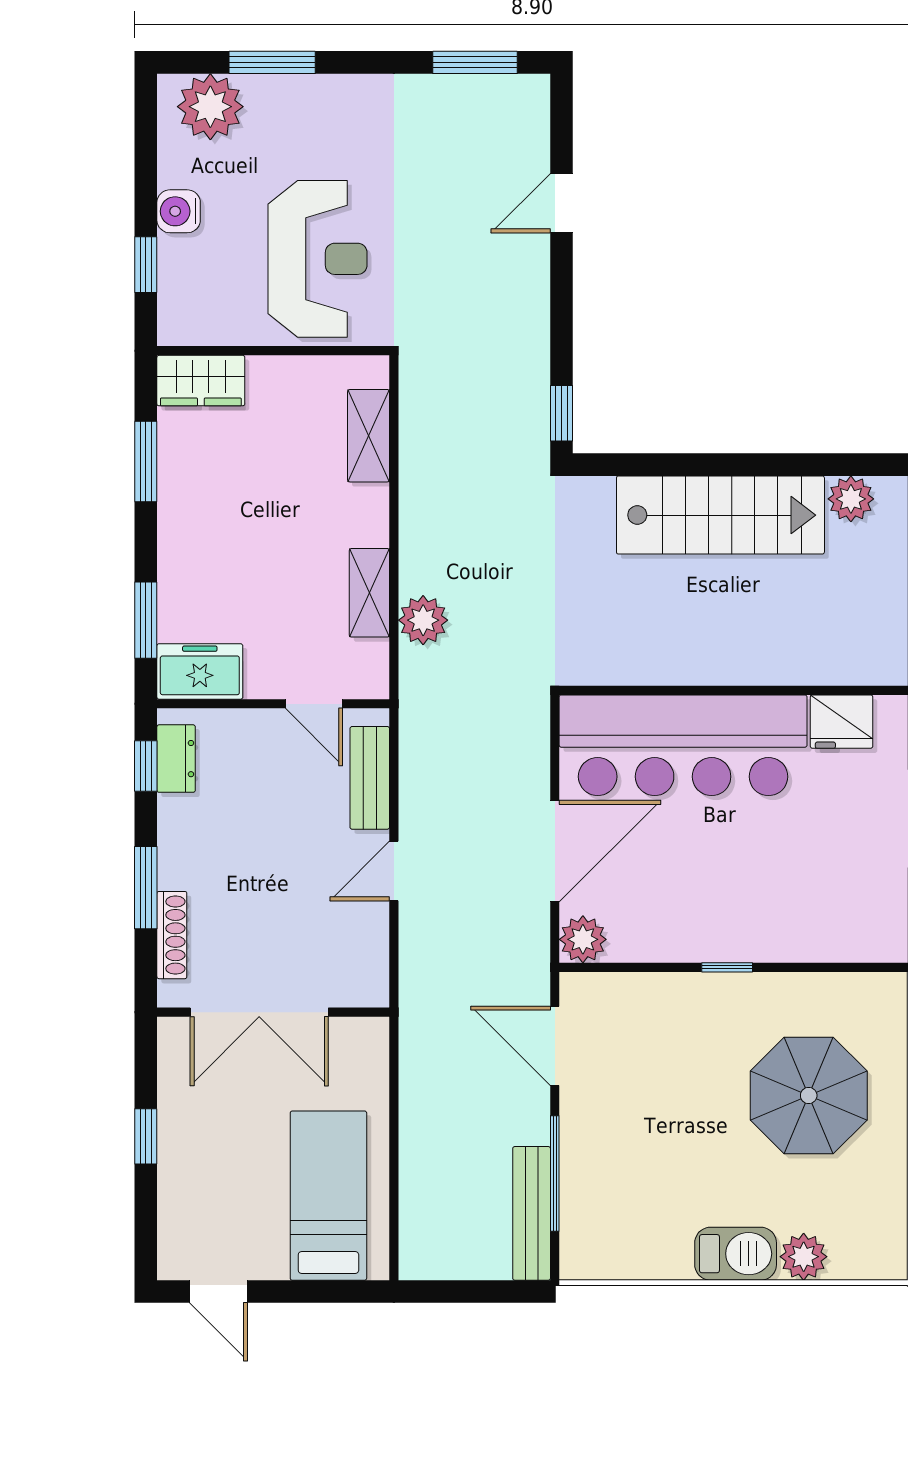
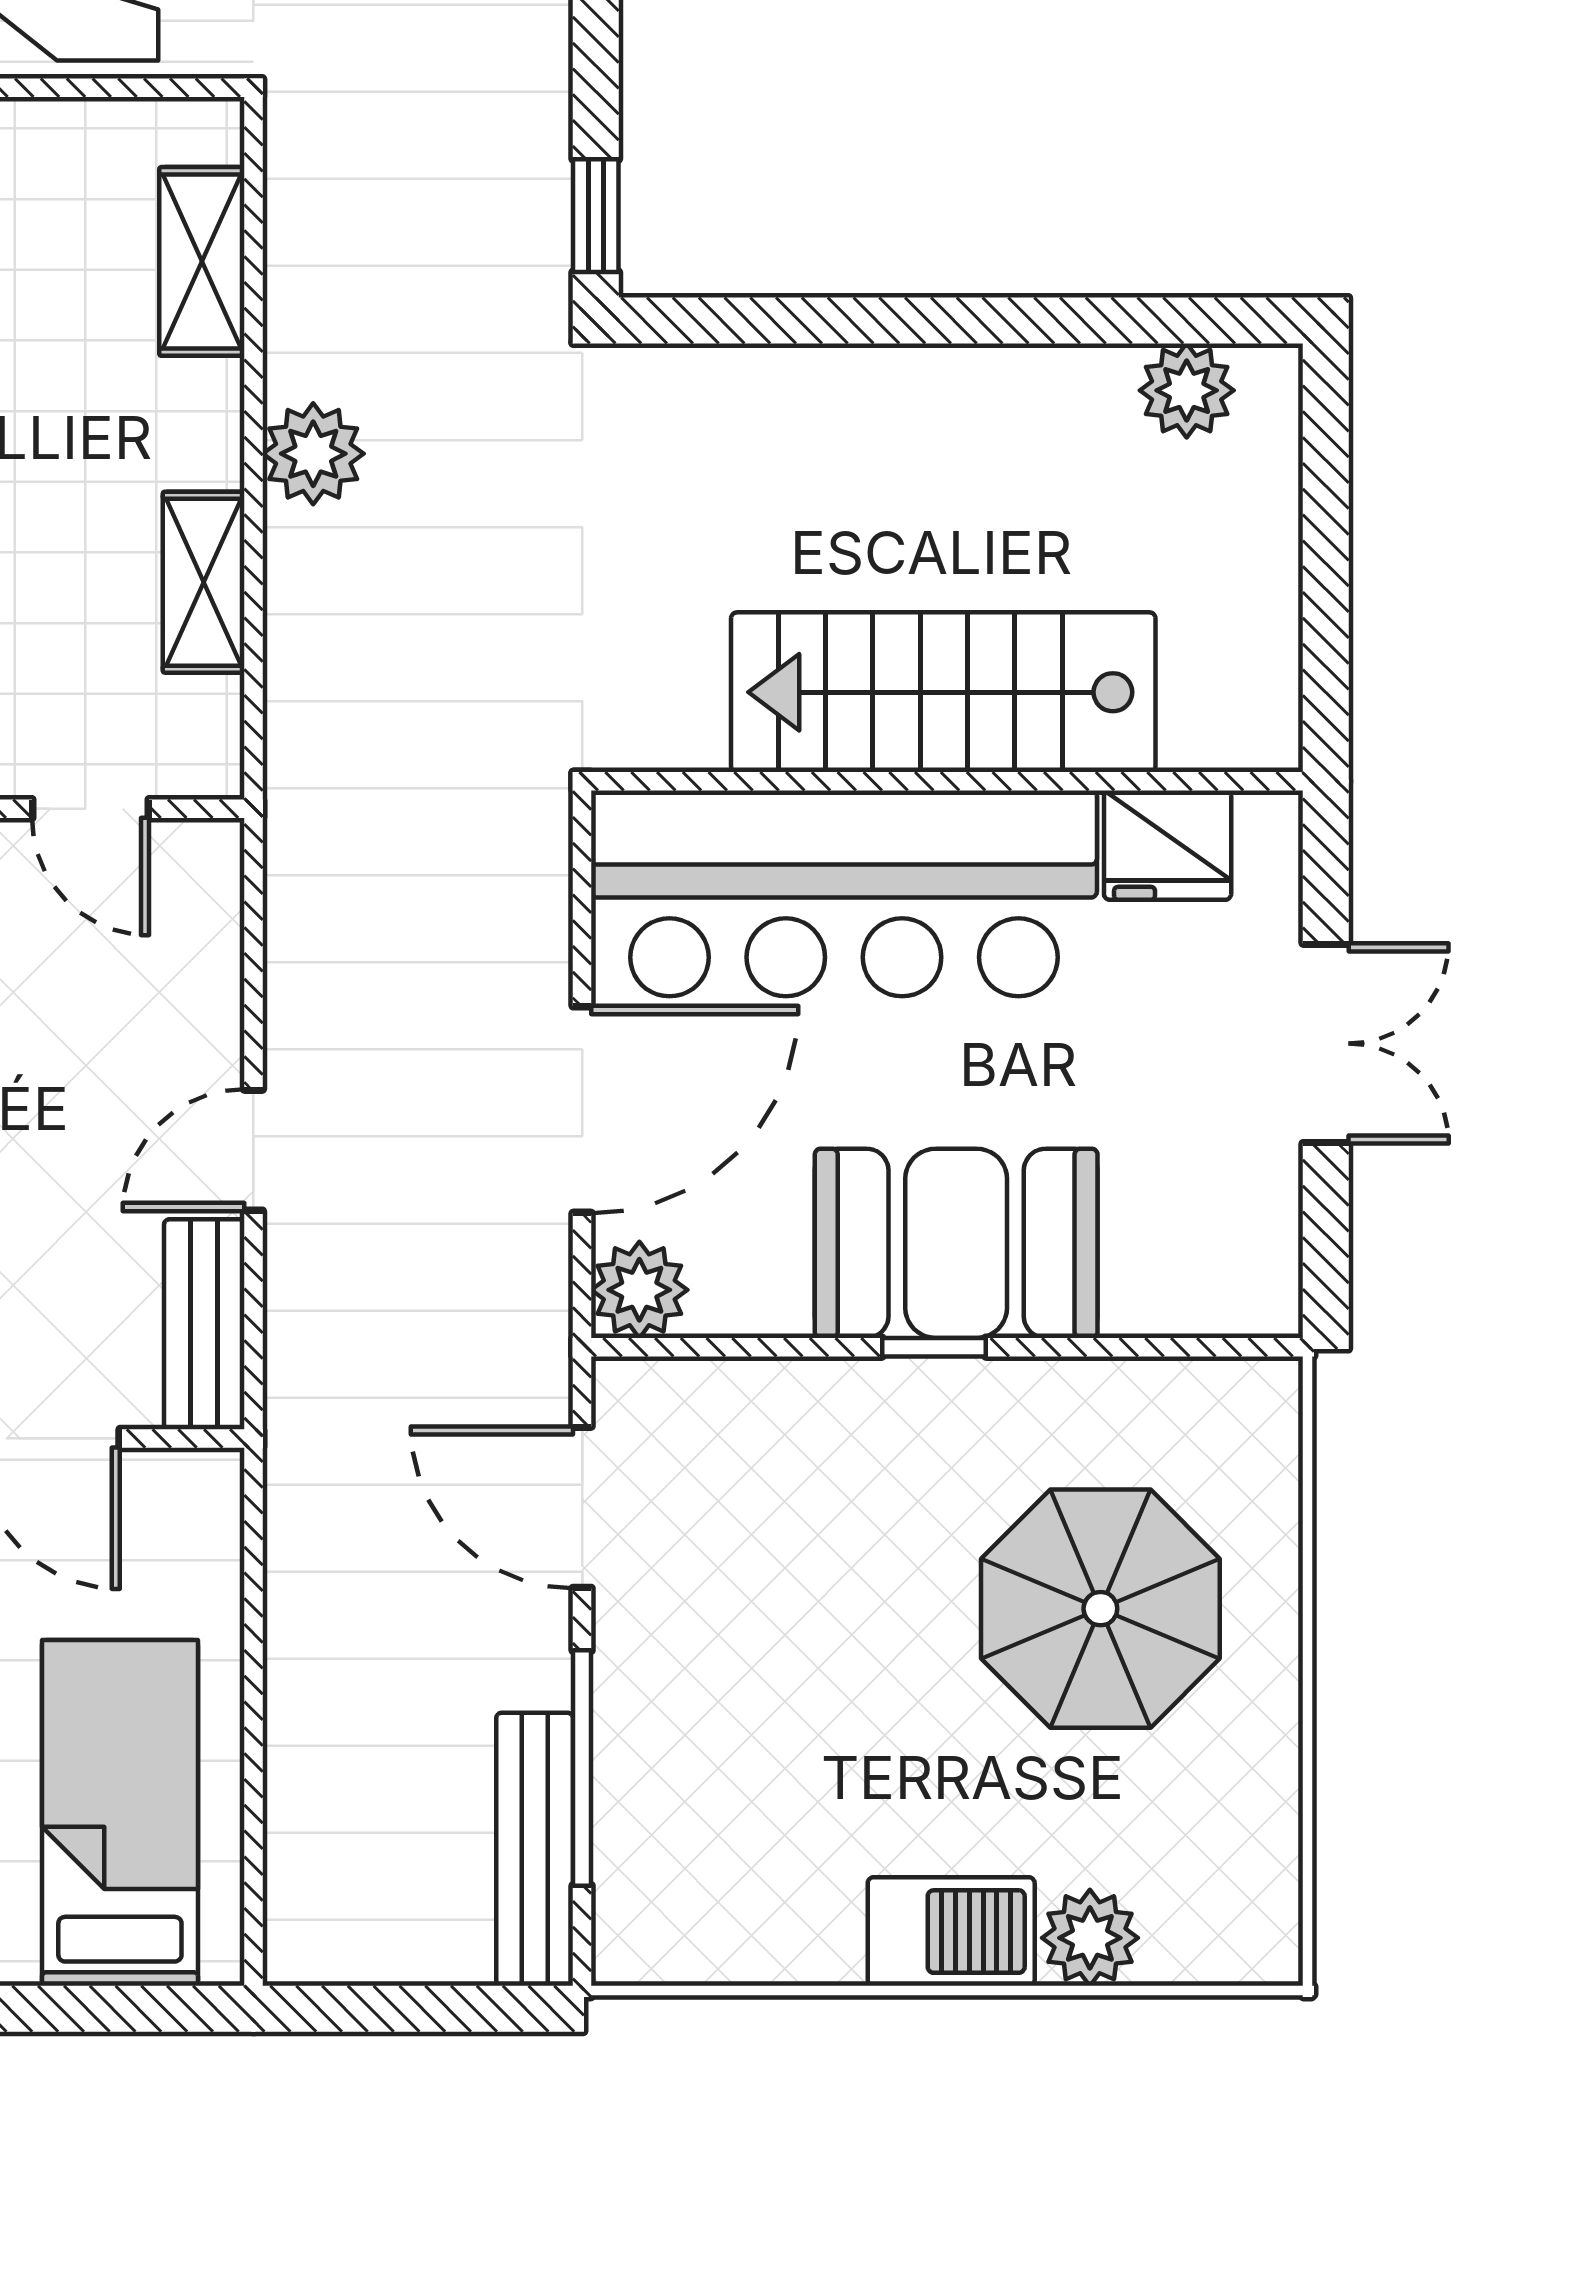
stairs: (720, 515) -> (943, 692), moved, turned 180
plant: (423, 620) -> (313, 454), moved
bench: (370, 778) -> (204, 1324), moved
booth: (738, 917) -> (956, 1243), added

